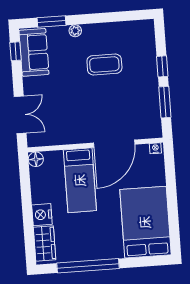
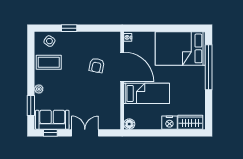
side table: (142, 41) -> (49, 41), added
coffee table: (104, 65) -> (49, 62), moved, turned 90
window: (165, 102) -> (95, 28), removed
armchair: (114, 108) -> (97, 65), added
double door: (20, 115) -> (85, 133), moved
window: (88, 266) -> (209, 67), moved

